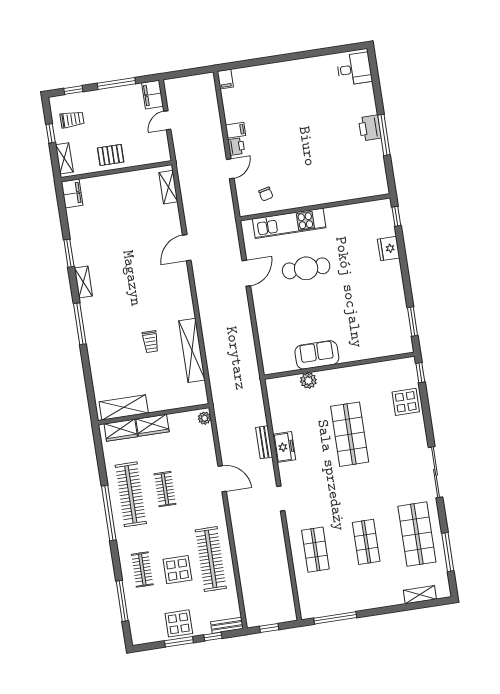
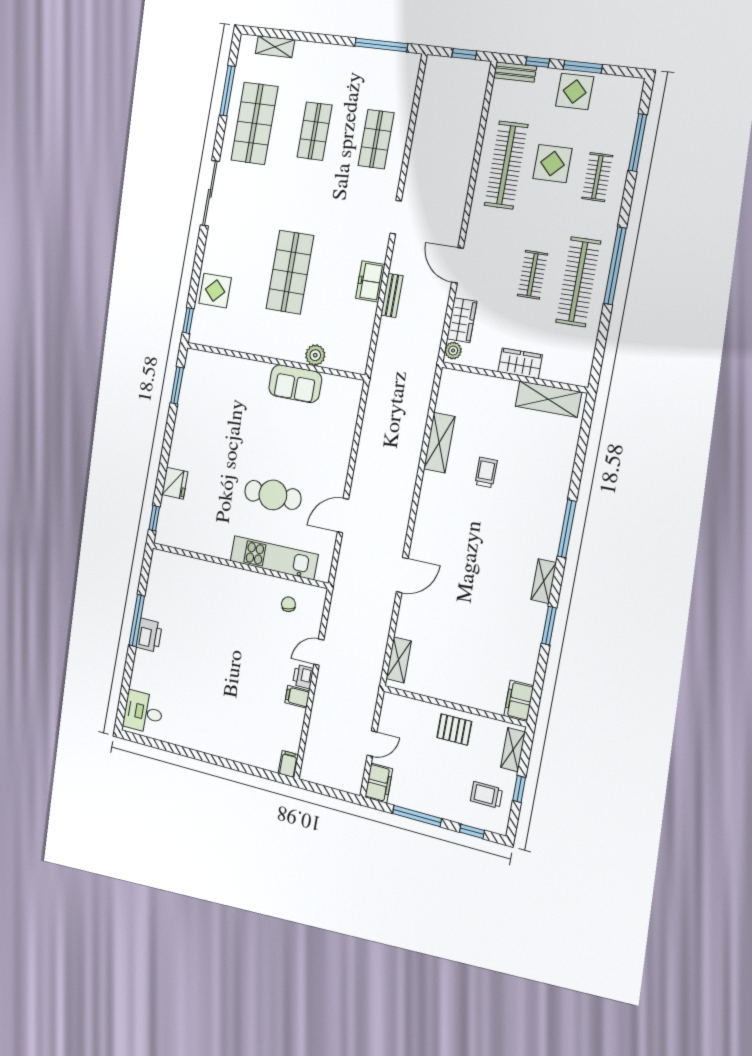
shelving: (192, 350) -> (439, 443), width x0.68
wardrobe: (121, 430) -> (462, 320), moved, turned 90

